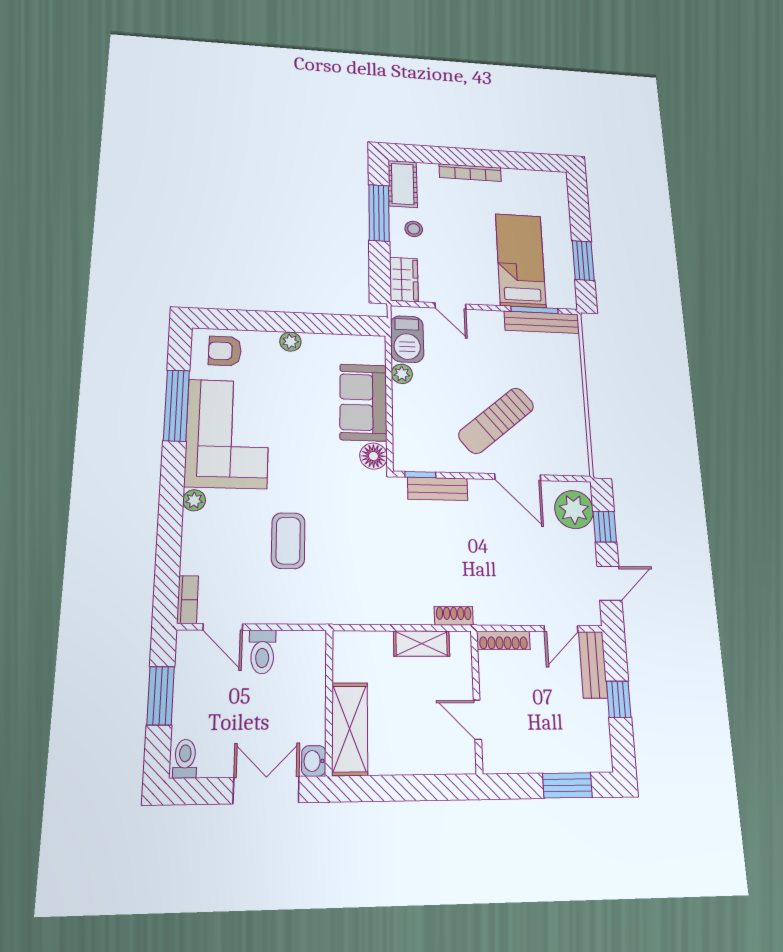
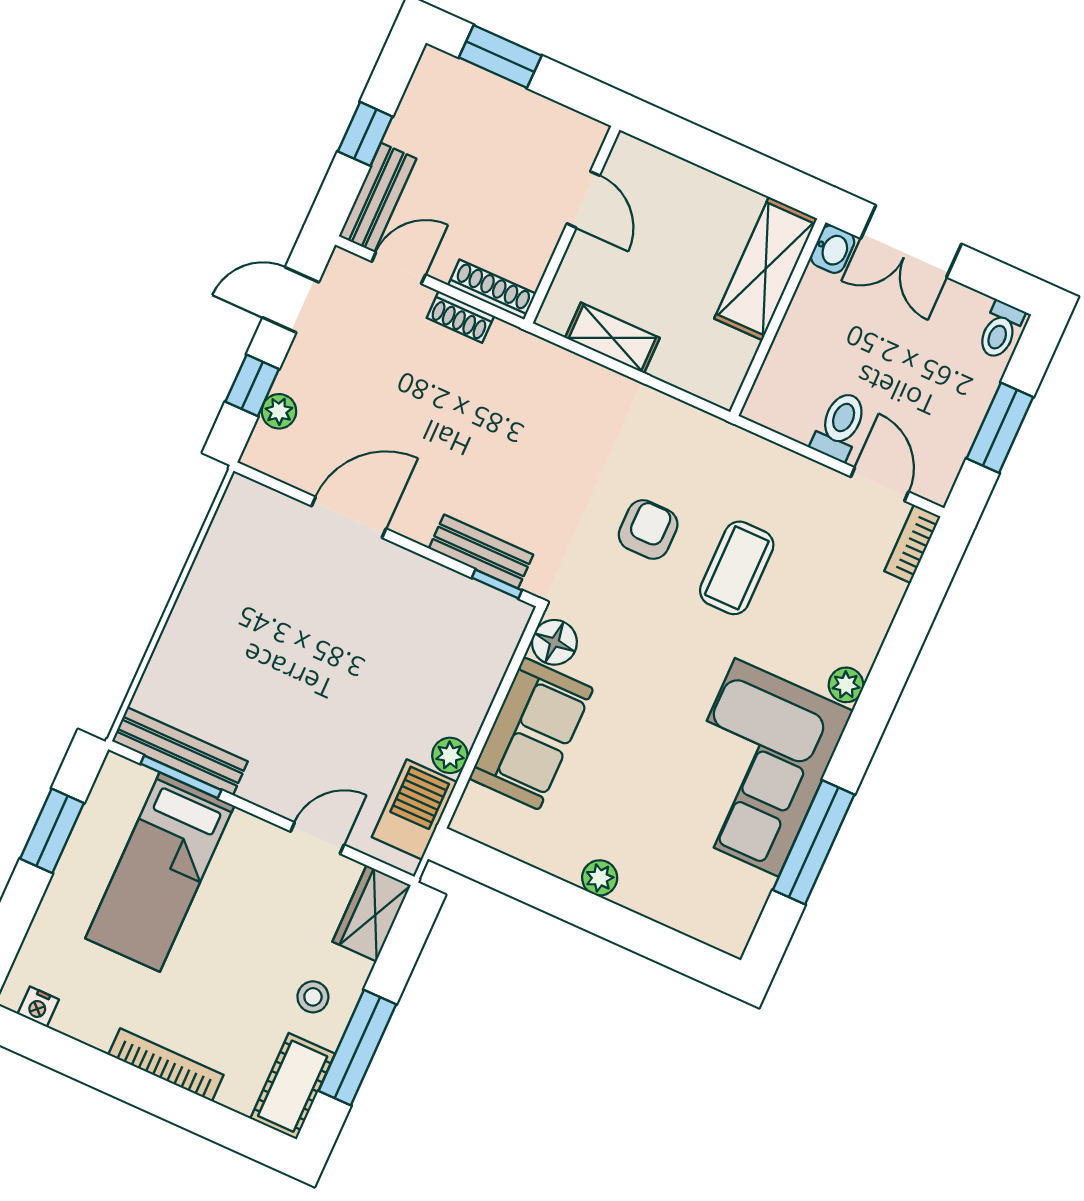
nightstand: (545, 178) -> (38, 1007), added
door: (450, 306) -> (317, 838), hinge flipped
armchair: (225, 351) -> (648, 530), moved, turned -90
sun lounger: (496, 421) -> (337, 620), removed
door: (518, 477) -> (349, 517), hinge flipped
plant: (574, 510) -> (279, 411), width x0.53, depth x0.53
shoe rack: (454, 616) -> (460, 317), moved

